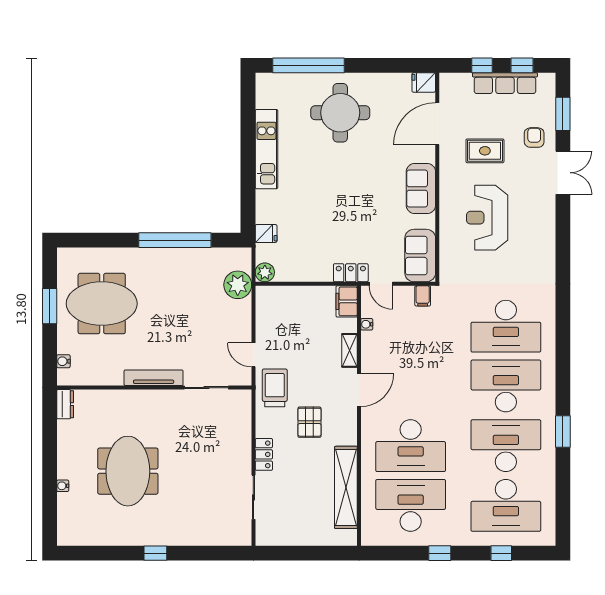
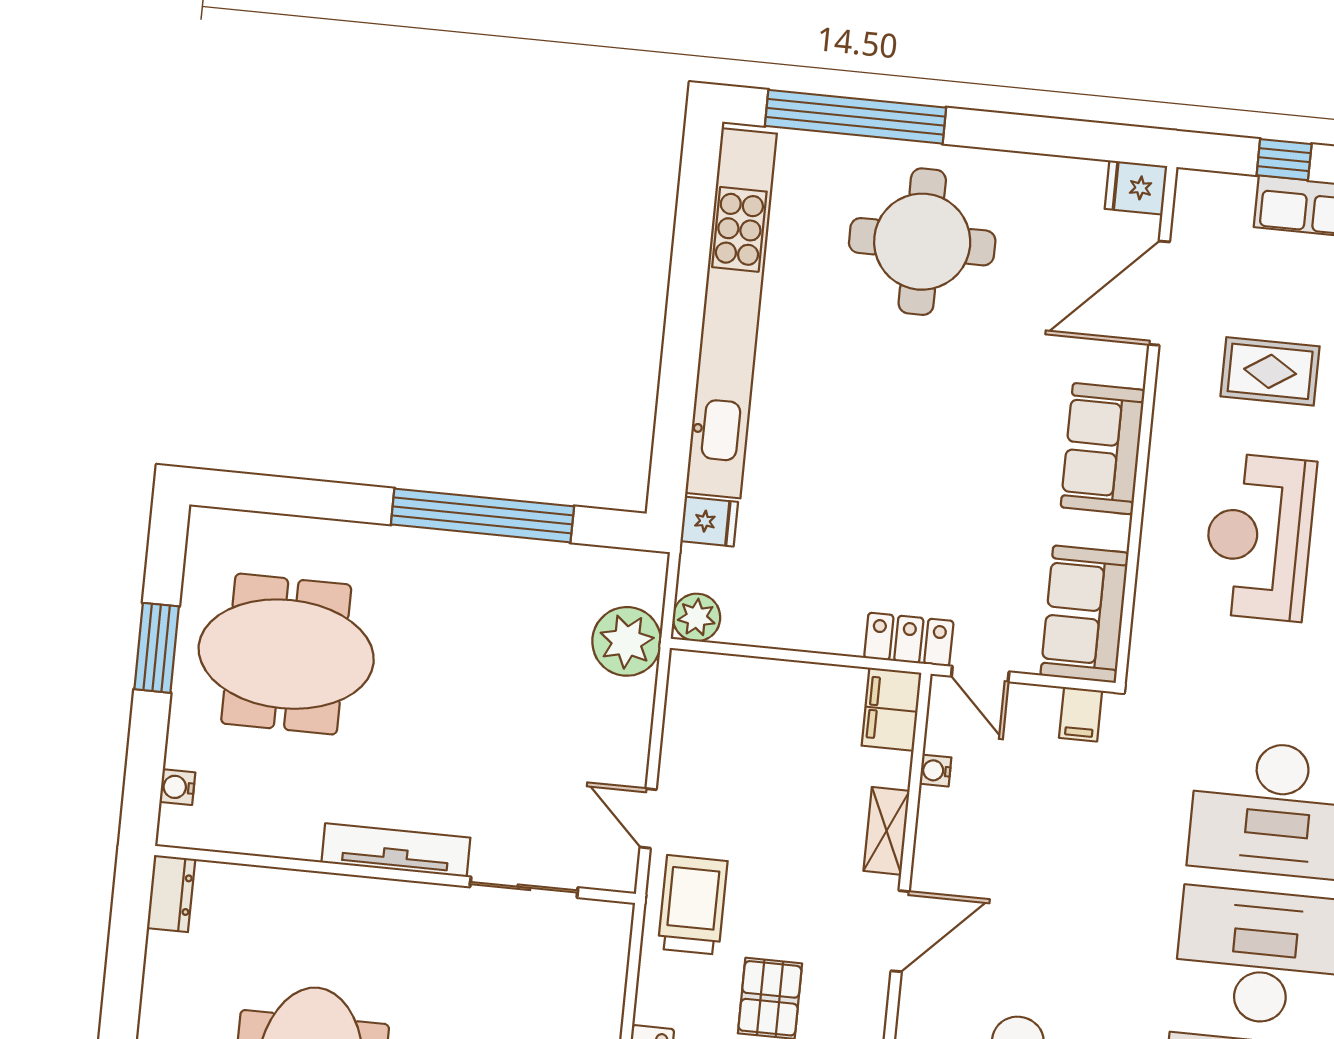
kitchen unit: (266, 149) -> (731, 313), width x1.86

